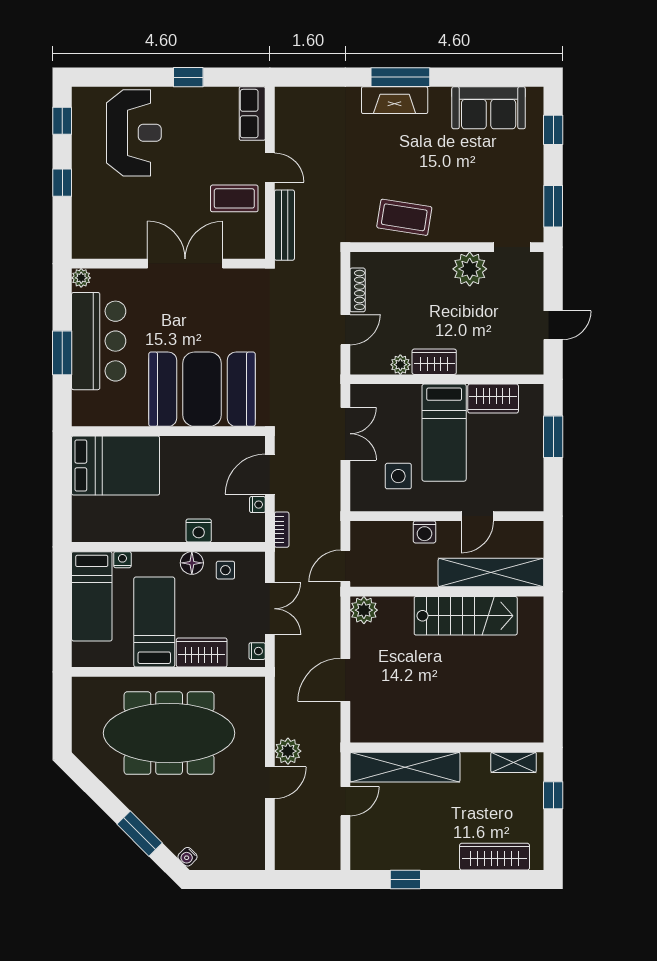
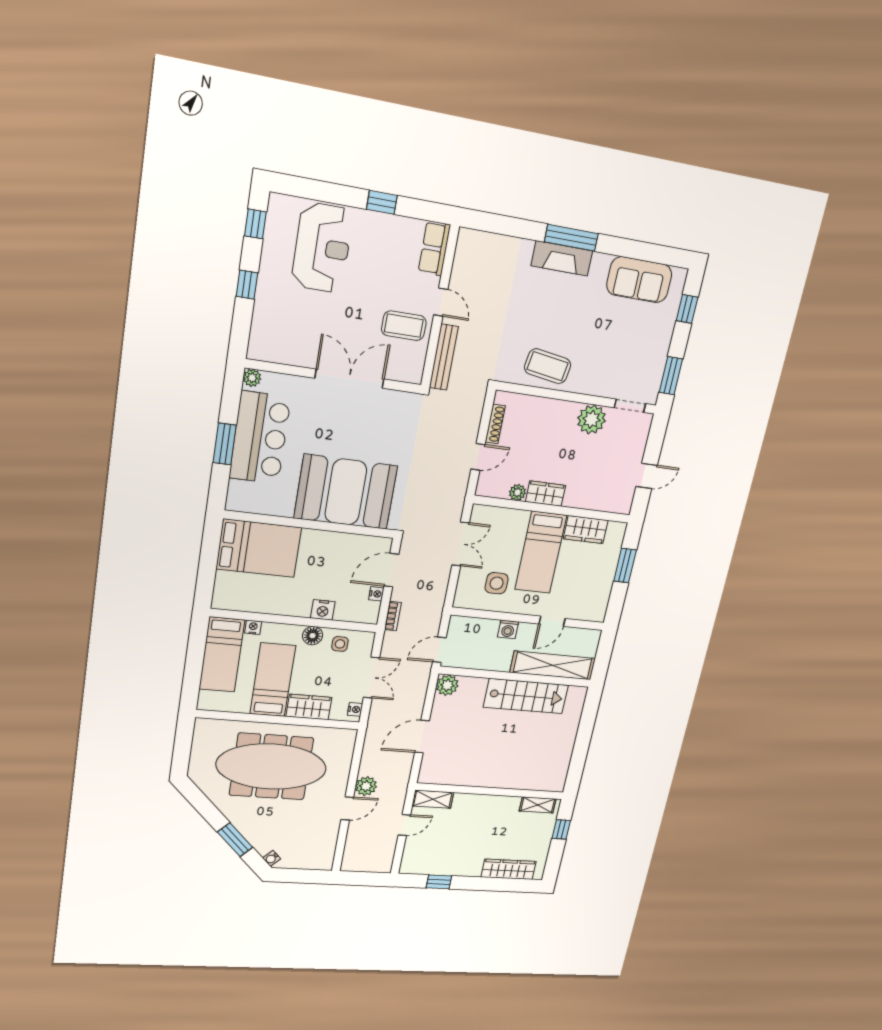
shelving: (405, 767) -> (433, 799), width x0.45, depth x0.75

